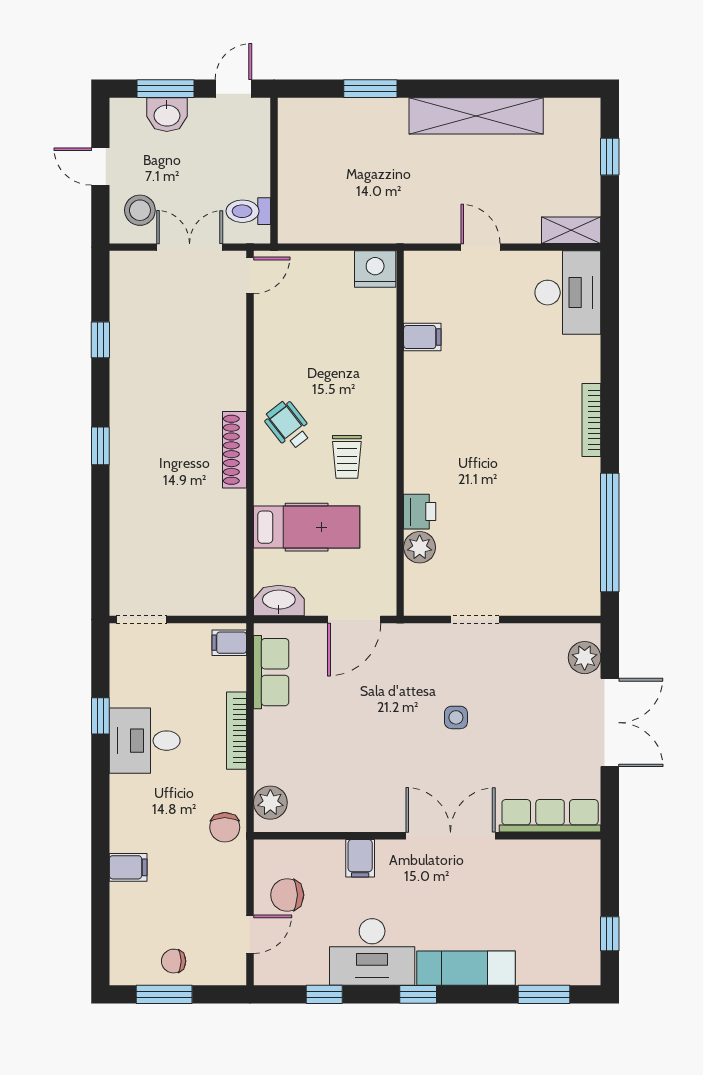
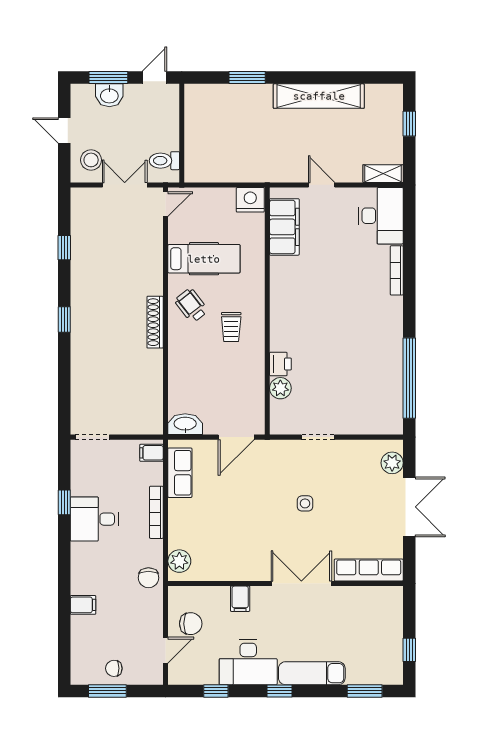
filing cabinet: (422, 337) -> (284, 227), width x3.00, depth x1.17
bookcase: (591, 420) -> (397, 270), moved
hospital bed: (307, 527) -> (204, 259), moved
chair: (287, 895) -> (191, 624), turned 180

